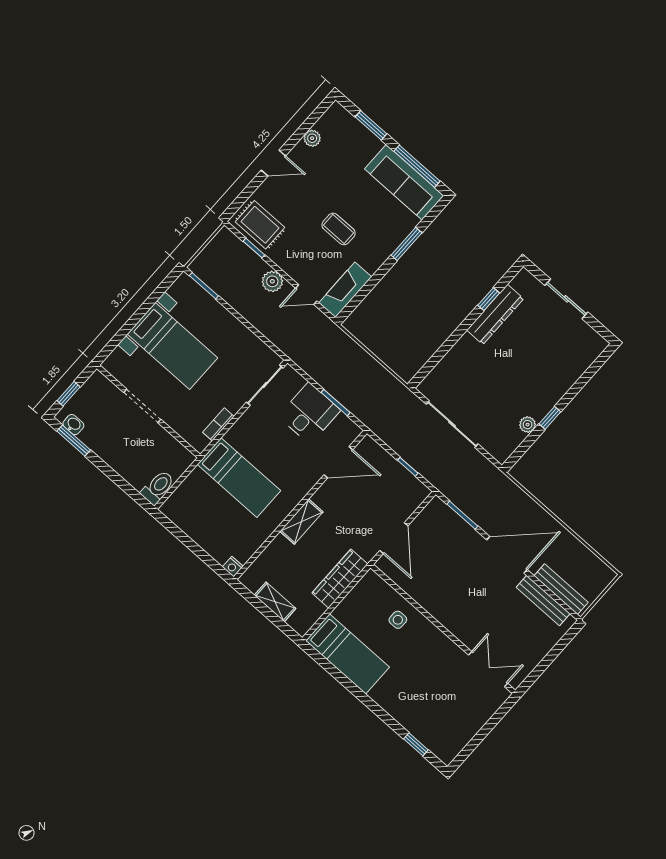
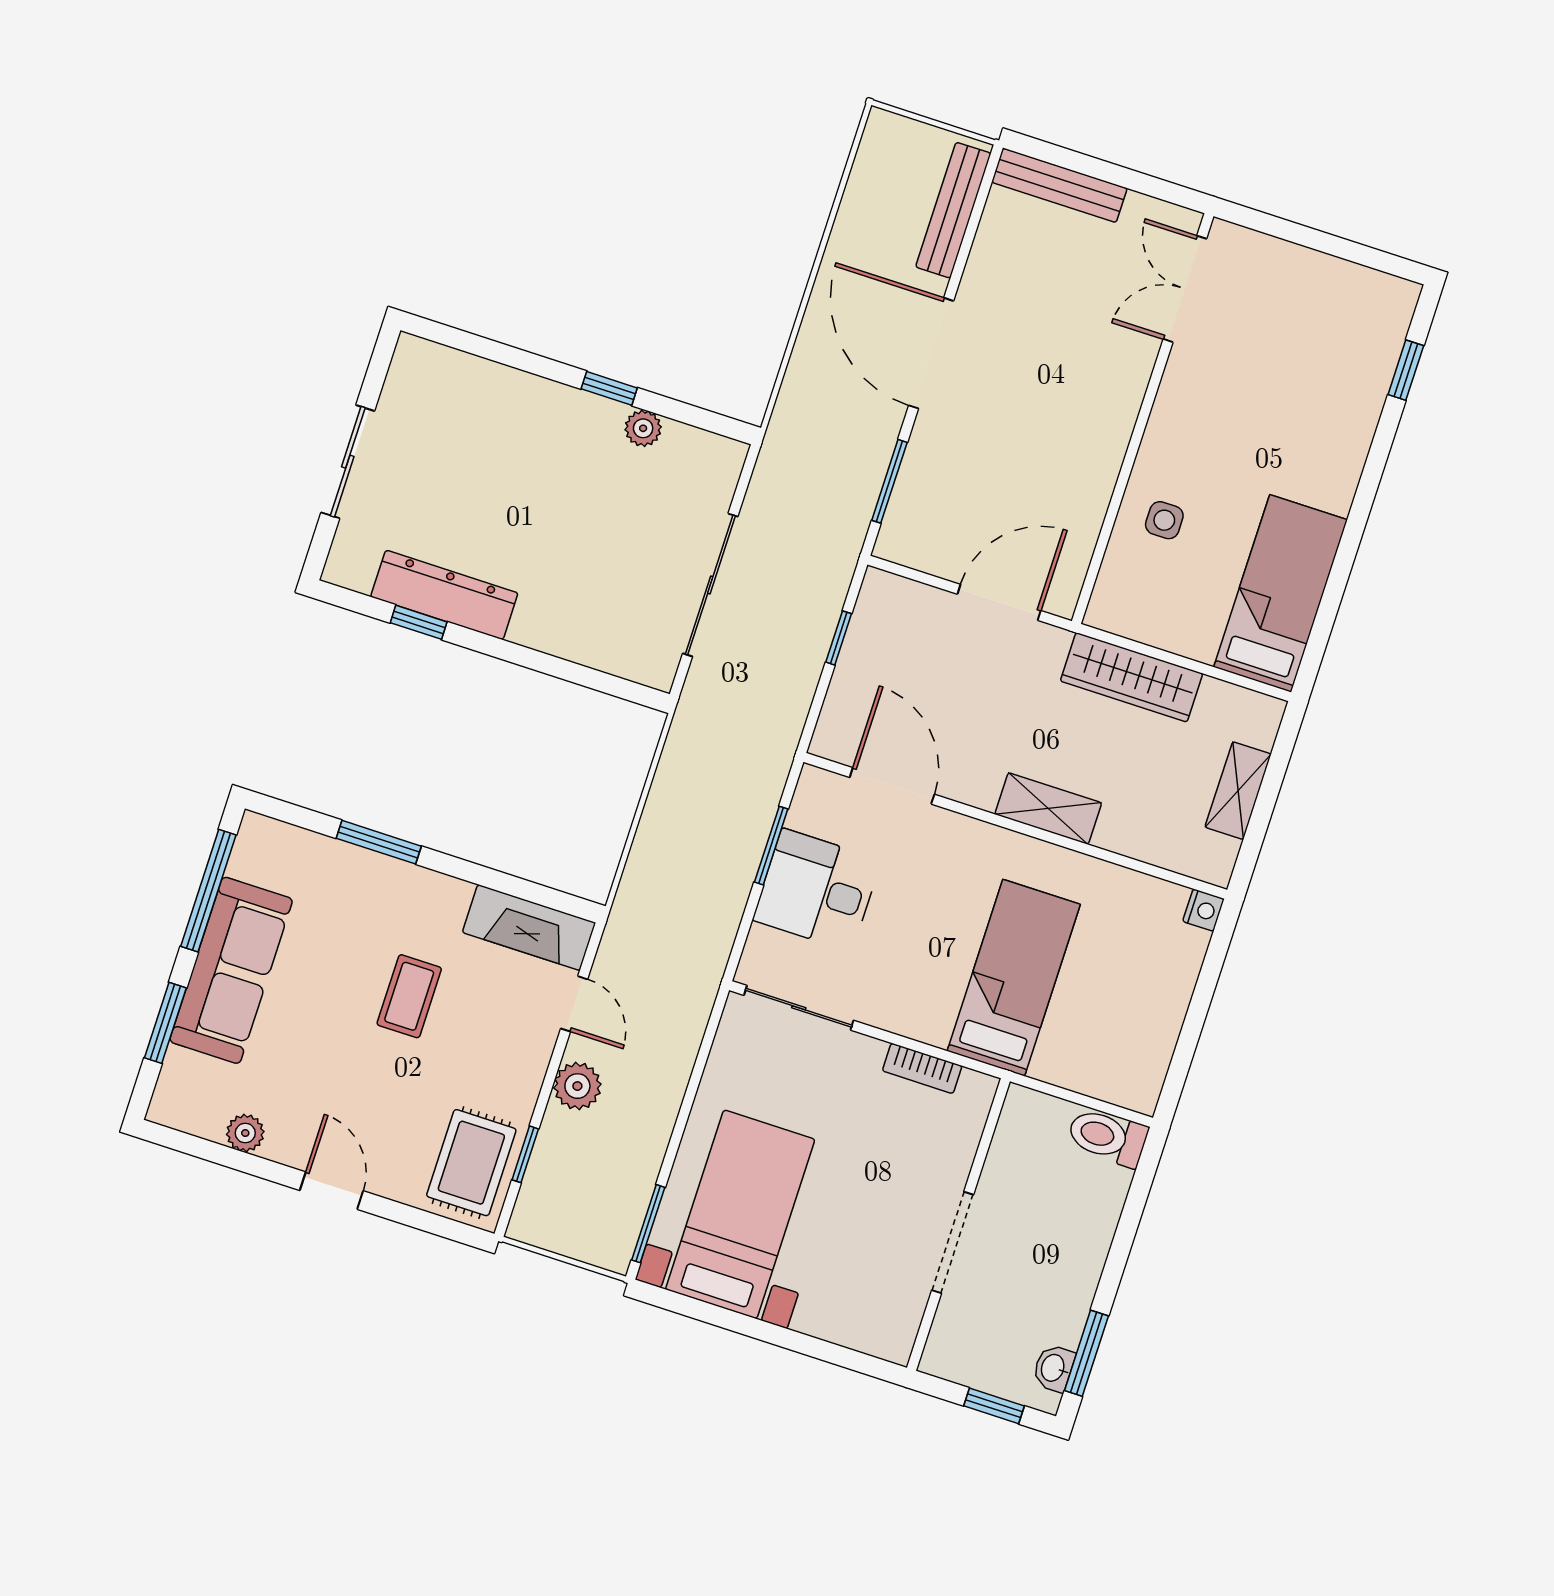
sofa: (404, 182) -> (231, 970), moved
bed with nightstands: (172, 346) -> (740, 1214), moved
bench: (543, 601) -> (1059, 185), moved, turned 90

